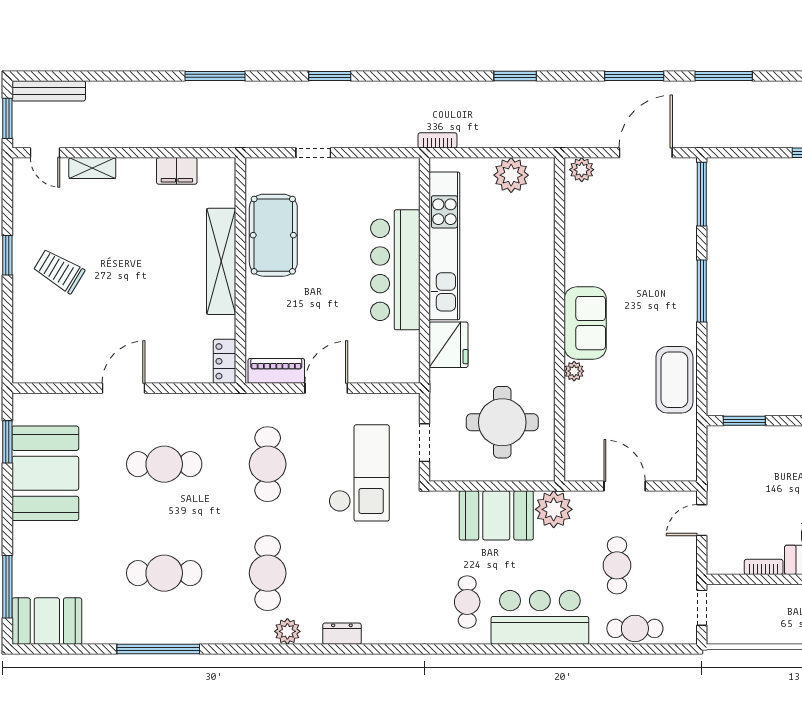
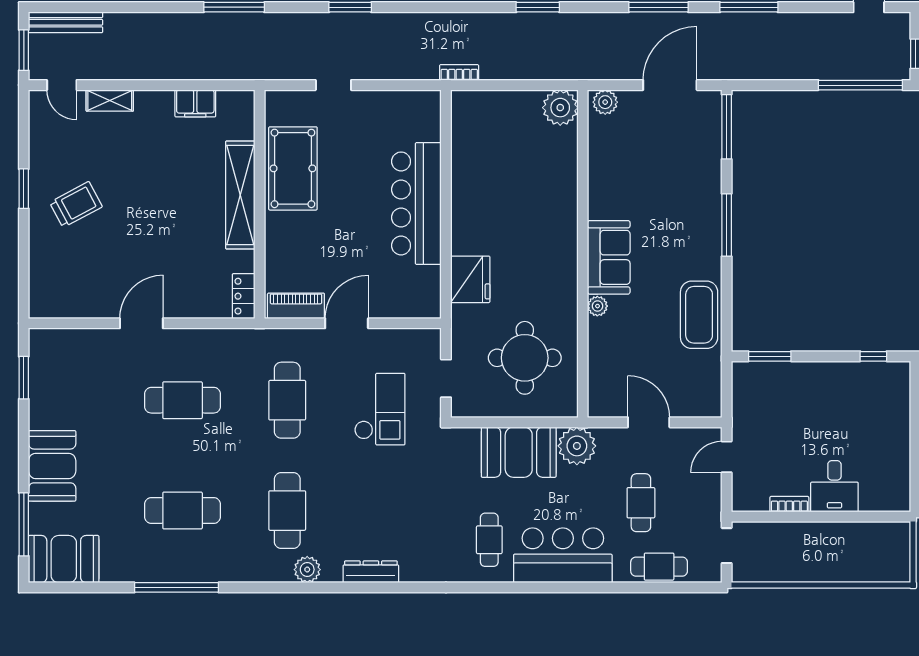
plant: (511, 175) -> (560, 108), moved
kitchen unit: (444, 246) -> (466, 179), removed
trolley: (59, 271) -> (76, 205), turned 121
booth: (45, 473) -> (52, 466), moved, width x0.73, depth x0.70
checkout: (359, 473) -> (380, 409), width x0.73, depth x0.83
dresser: (342, 634) -> (371, 572), width x1.44

